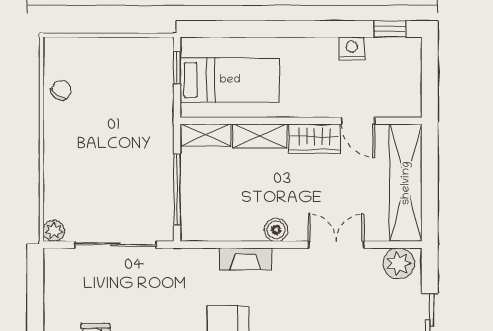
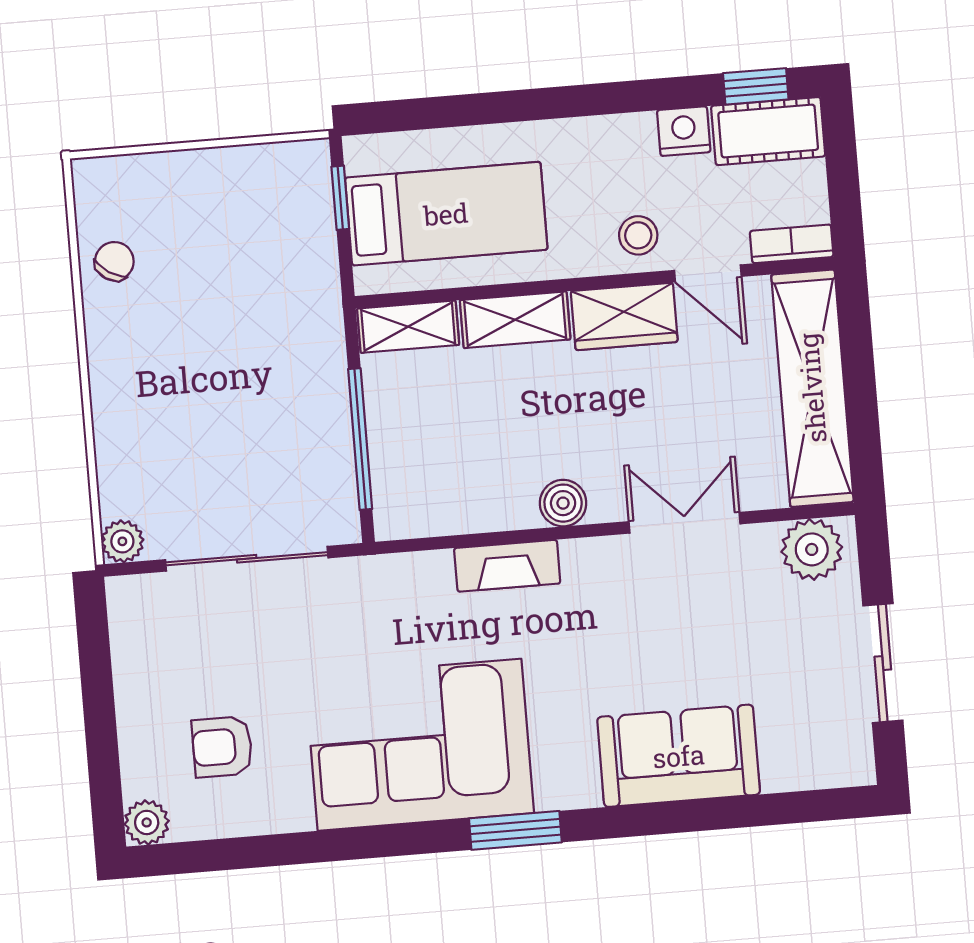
cot: (394, 52) -> (768, 131), added
stool: (325, 99) -> (638, 235), added
bookcase: (401, 109) -> (792, 244), added

